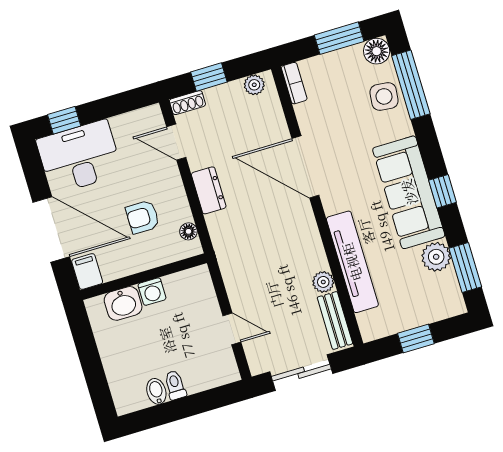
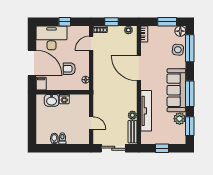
window: (64, 120) -> (65, 22), moved
door: (176, 142) -> (91, 43), hinge flipped
dresser: (209, 190) -> (98, 66), removed
window: (443, 191) -> (190, 94), width x2.17

